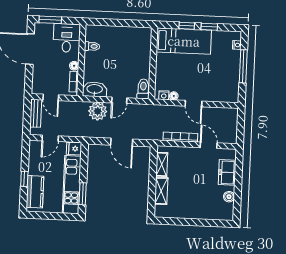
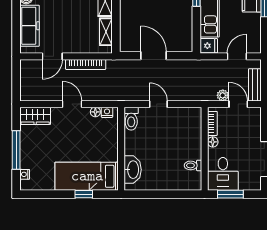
window: (50, 20) -> (230, 194), moved
window: (209, 27) -> (58, 194), removed
washbasin: (95, 89) -> (133, 170), moved, turned -90
wardrobe: (226, 95) -> (35, 116), added
door: (119, 100) -> (158, 104), hinge flipped
plant: (98, 111) -> (223, 95), moved, width x0.53, depth x0.53
door: (209, 145) -> (52, 56), hinge flipped
freezer: (227, 172) -> (29, 26), width x1.40

